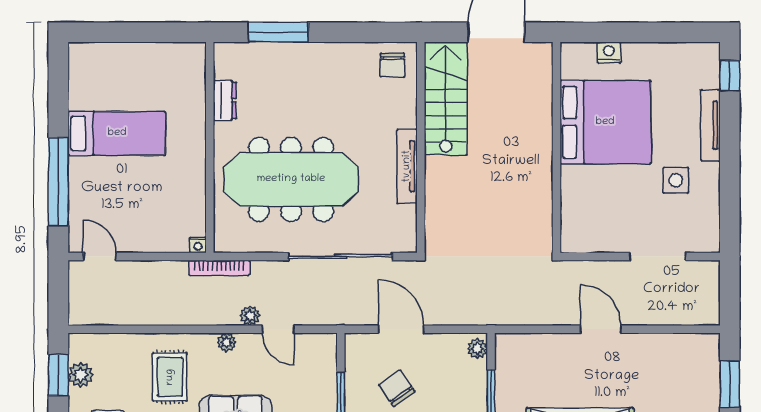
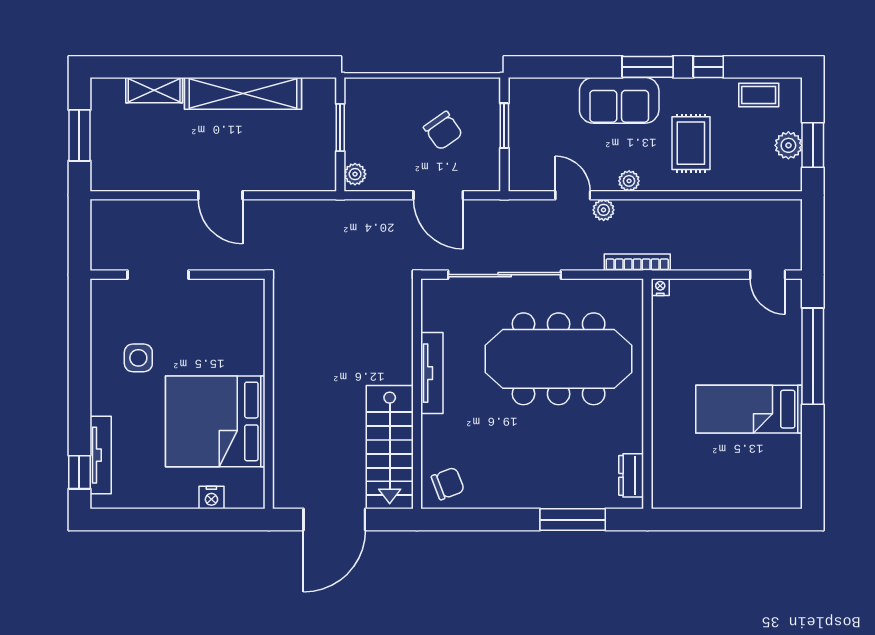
chair: (392, 65) -> (448, 484), turned 69
dresser: (225, 100) -> (631, 475), moved
tv unit: (710, 125) -> (101, 455), moved

